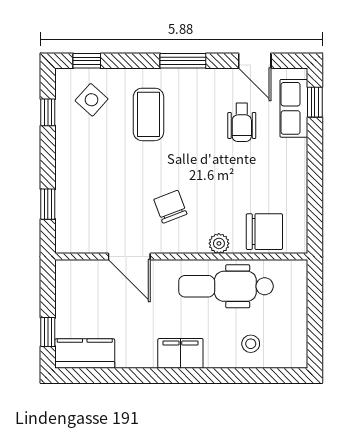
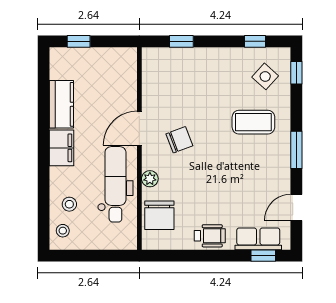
wheelchair: (242, 122) -> (210, 236), moved, turned 180
door: (129, 257) -> (139, 128), moved
stool: (284, 352) -> (63, 231), added
kitchen counter: (85, 354) -> (61, 104), moved

